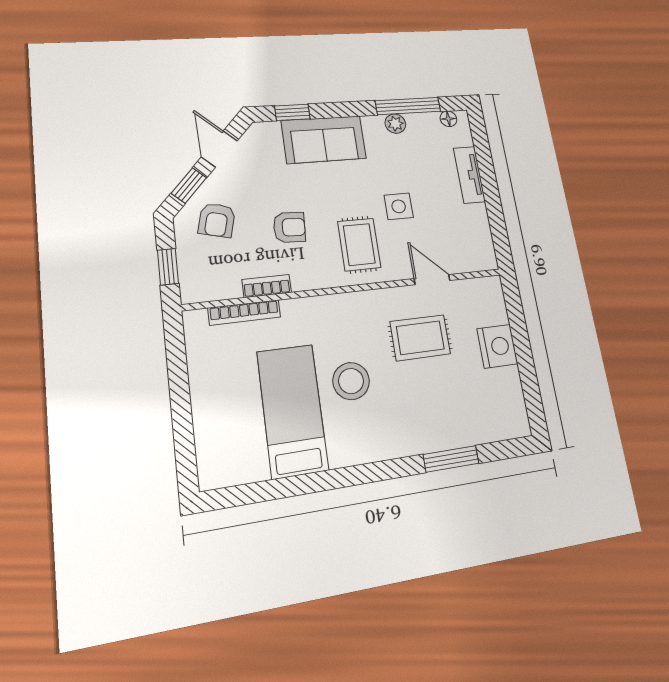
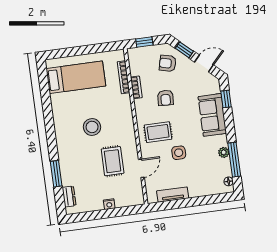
tv unit: (469, 175) -> (173, 195), moved
nightstand: (497, 346) -> (109, 204), width x0.53, depth x0.56
bed: (292, 410) -> (76, 77), moved
dresser: (496, 430) -> (69, 196), added

